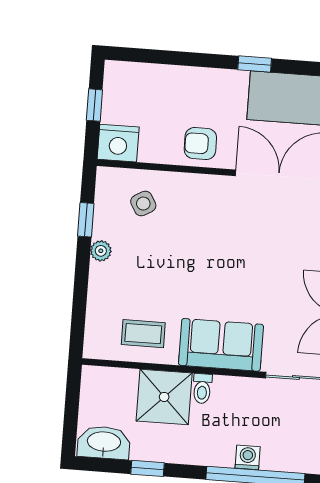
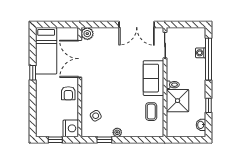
washbasin: (104, 442) -> (201, 125), width x0.52, depth x0.69
washing machine: (248, 457) -> (201, 53), moved

